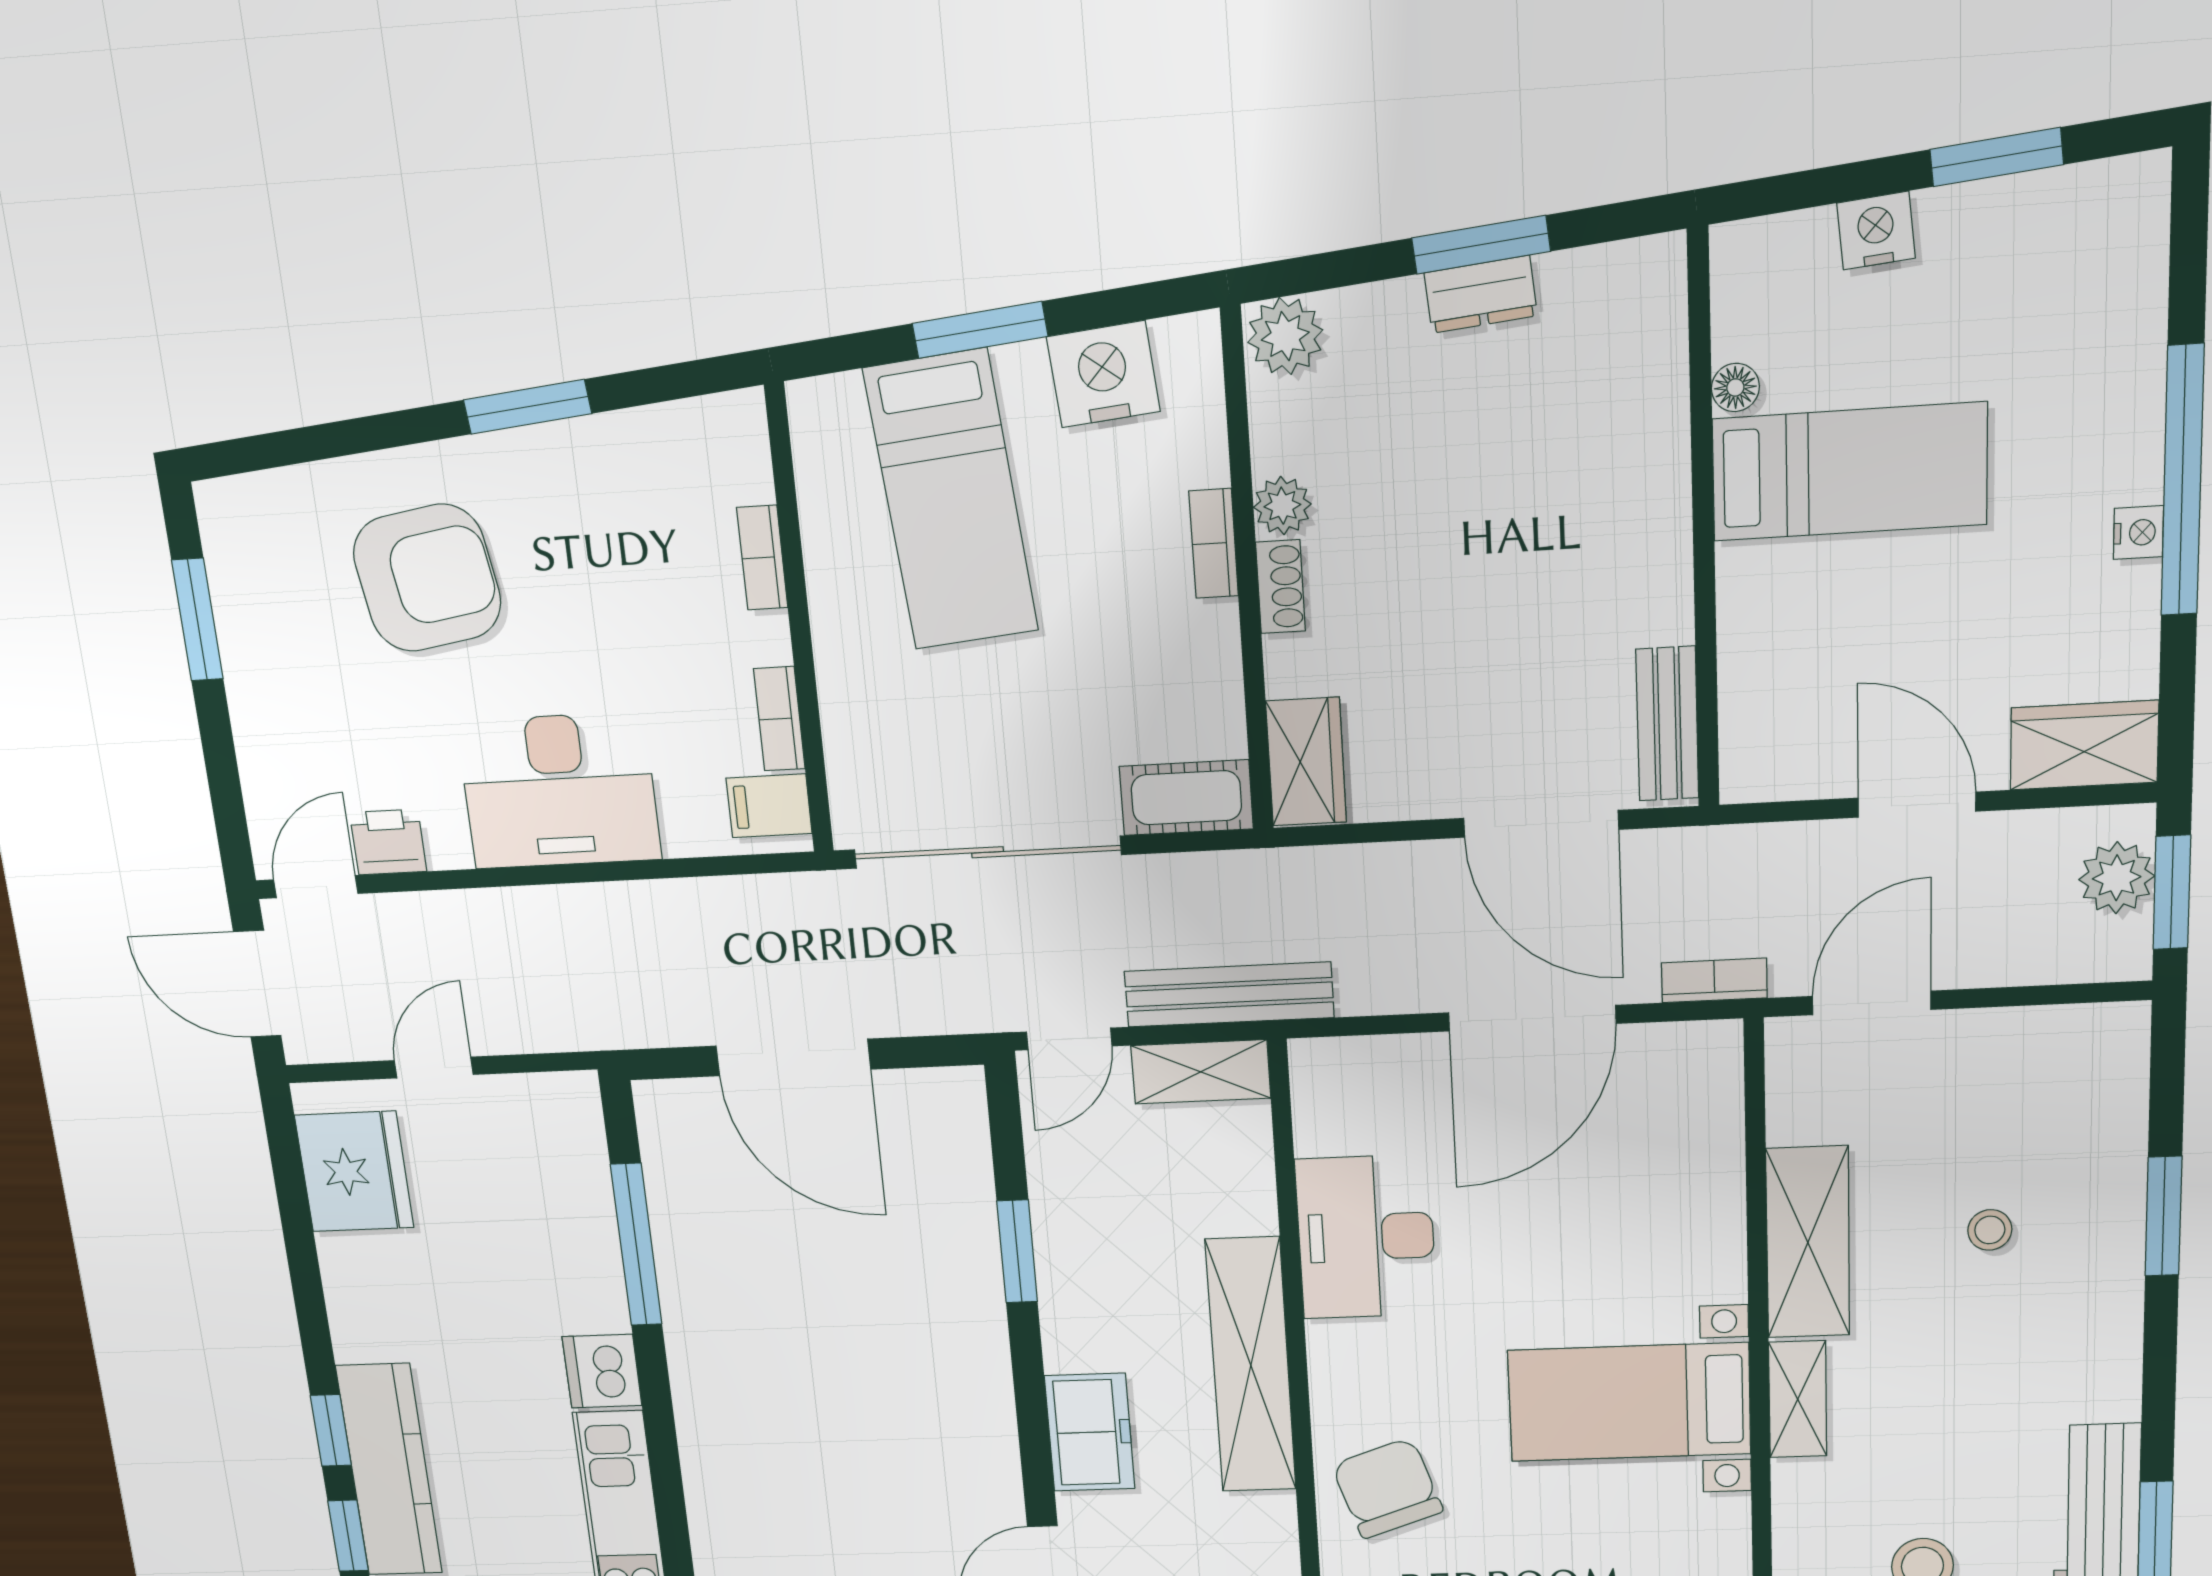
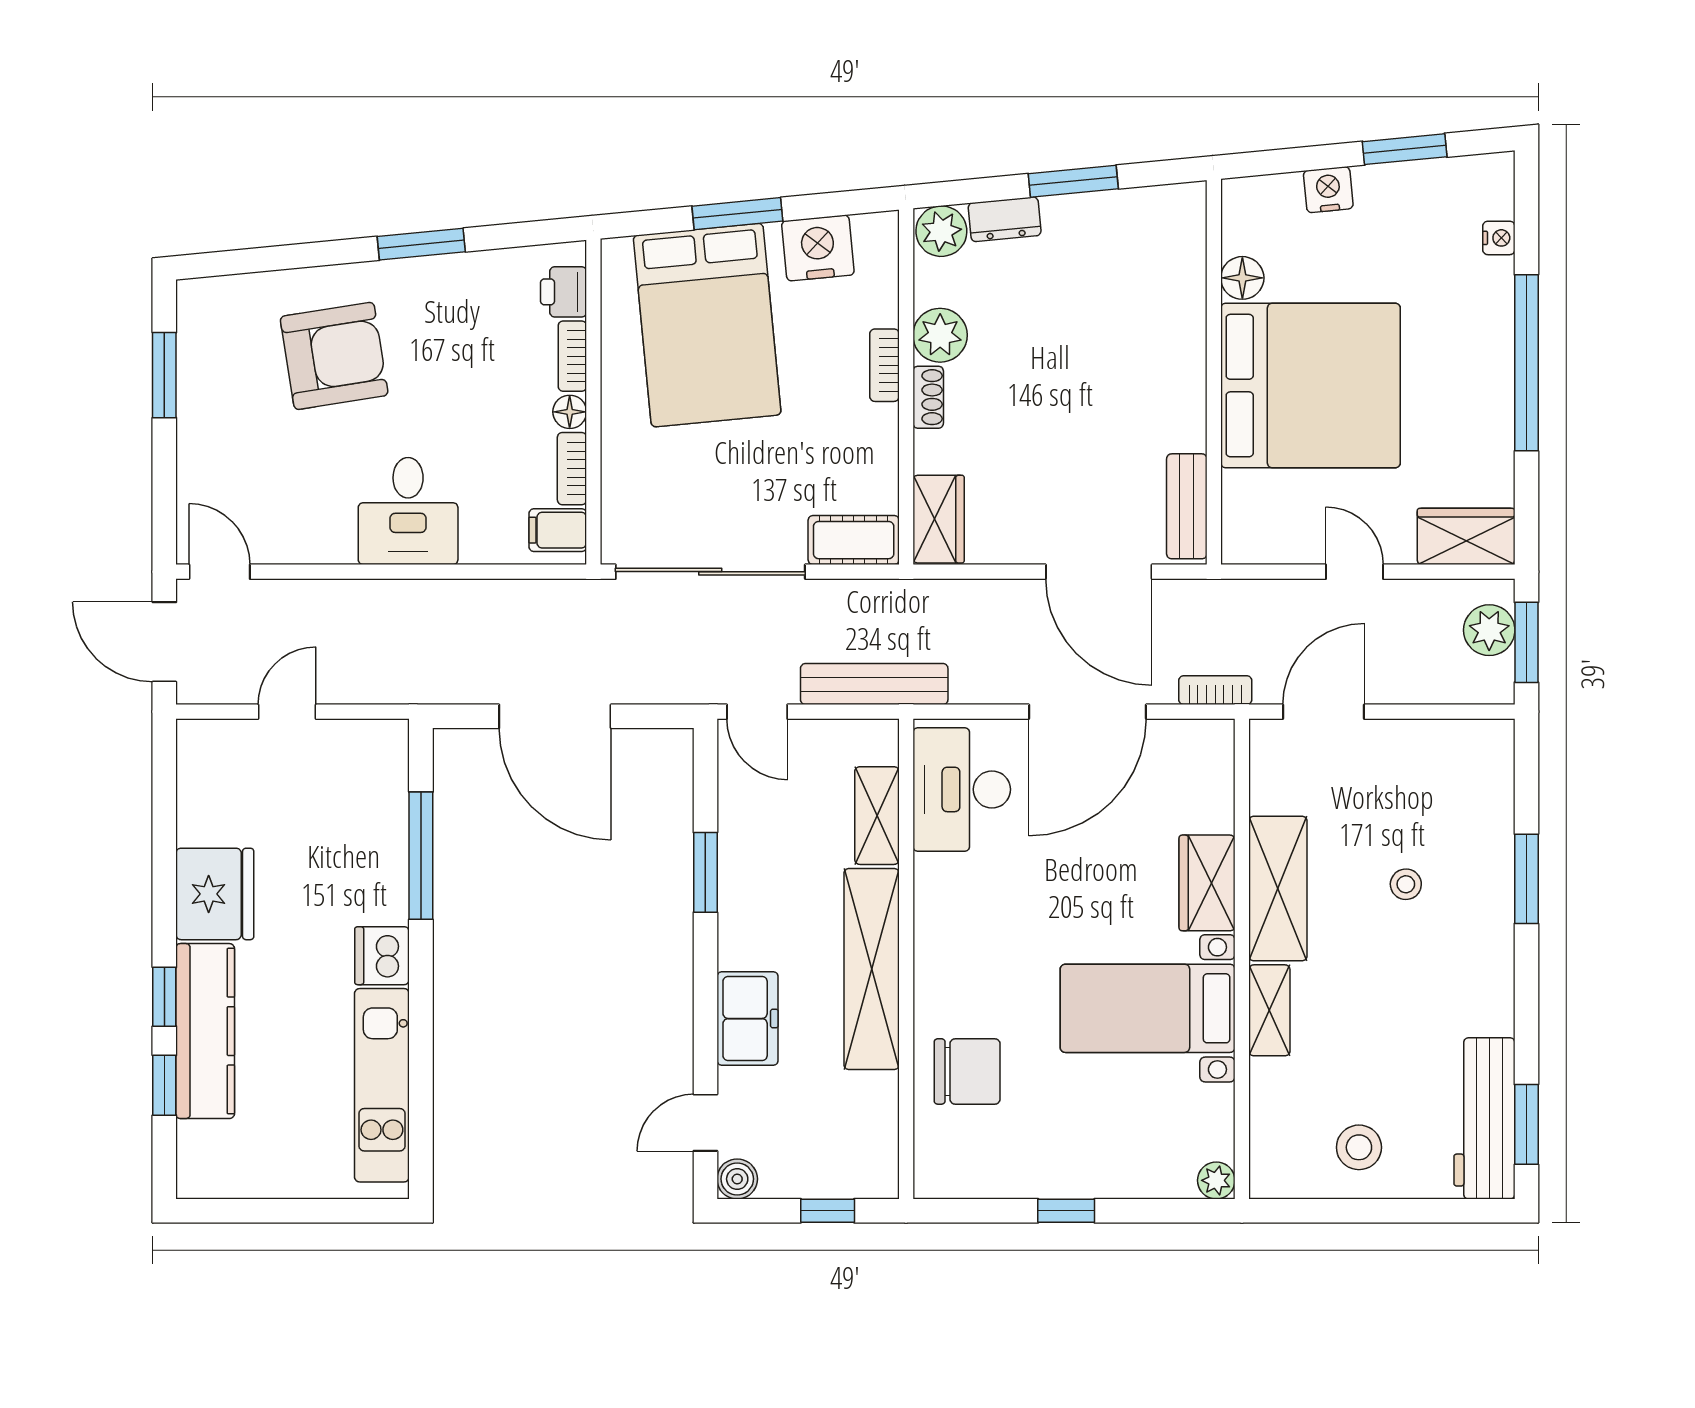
dresser: (1481, 294) -> (1005, 219), moved
floor lamp: (1735, 387) -> (1242, 278), width x1.37, depth x1.37
bed: (1850, 472) -> (1310, 386), width x2.04
bed: (951, 500) -> (707, 325), width x1.50
plant: (1282, 506) -> (940, 335), width x1.38, depth x1.38
nightstand: (2138, 533) -> (1499, 238), moved
floor lamp: (767, 638) -> (570, 412), added
desk: (559, 791) -> (408, 511), width x0.73
door: (1917, 805) -> (1355, 572), width x0.73
printer: (388, 842) -> (564, 292), moved, turned -90
door: (316, 887) -> (220, 572), hinge flipped
door: (1069, 1039) -> (757, 712), hinge flipped
shelving: (1201, 1072) -> (877, 816), moved, turned 90
fridge: (354, 1172) -> (215, 894), moved
desk: (1366, 1237) -> (962, 789), moved
wardrobe: (1708, 1239) -> (1207, 883), added
chair: (1387, 1488) -> (967, 1071), turned 109

